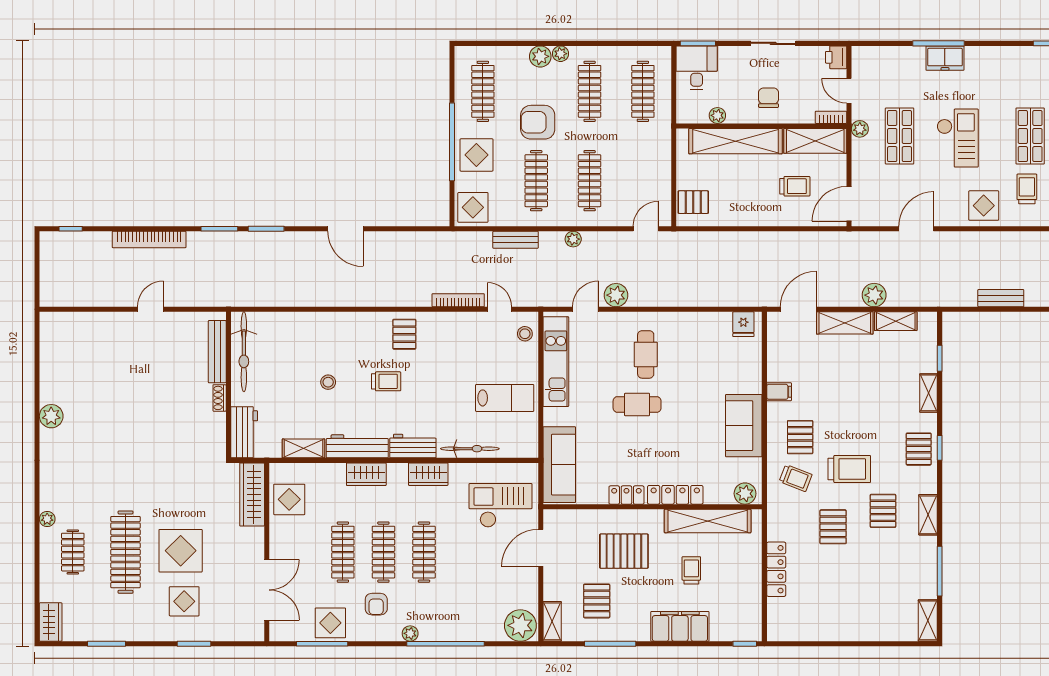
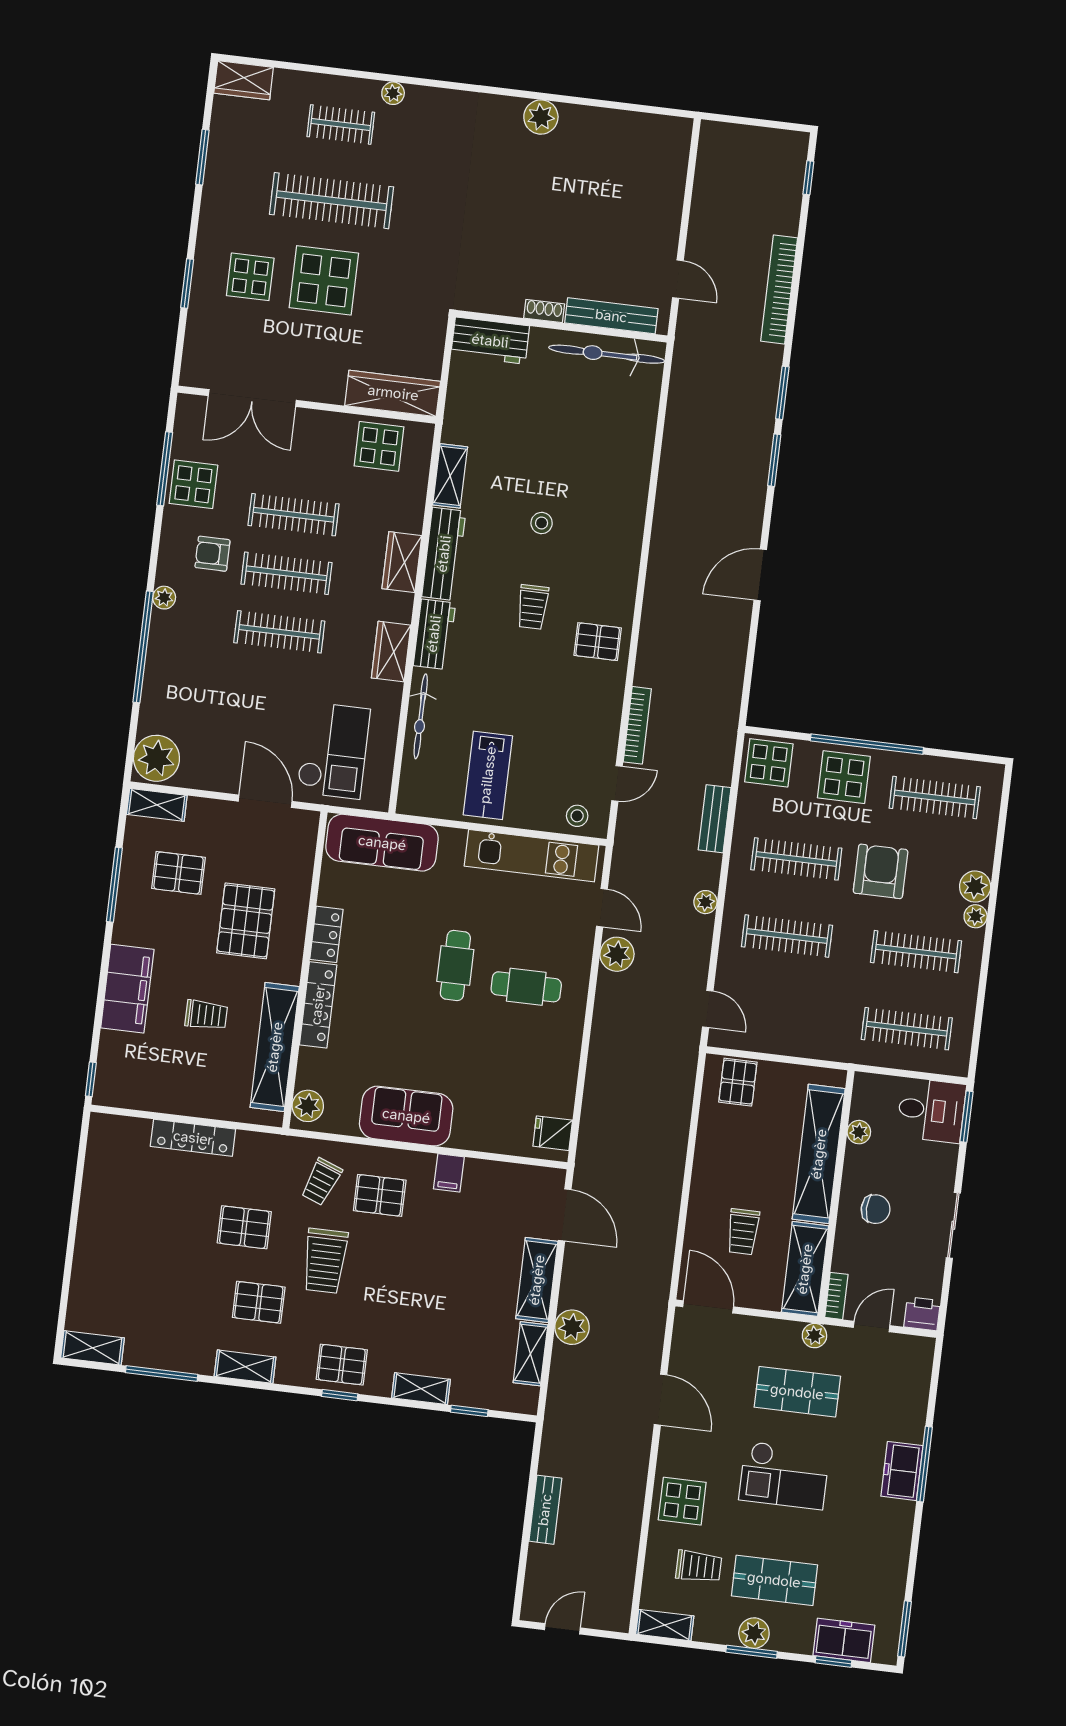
bench: (217, 352) -> (611, 316), moved
bicycle: (244, 352) -> (607, 354), moved
wall: (228, 385) -> (561, 326), moved
shoe rack: (220, 398) -> (544, 311), moved
workbench: (244, 432) -> (490, 341), moved

